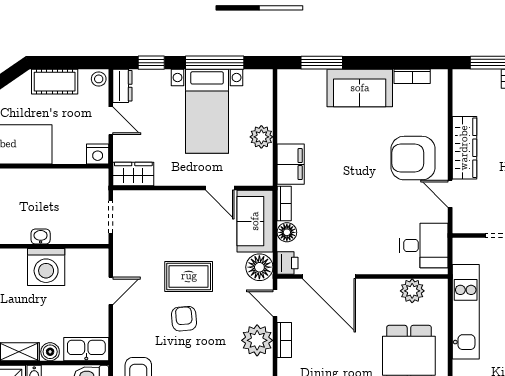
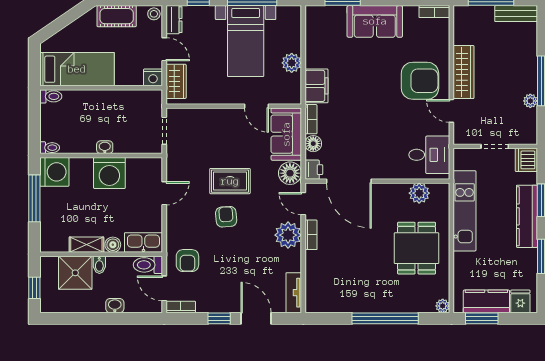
bookcase: (412, 76) -> (434, 12), moved
armchair: (413, 158) -> (420, 81), turned 180
wardrobe: (133, 174) -> (176, 81), moved, turned 90

